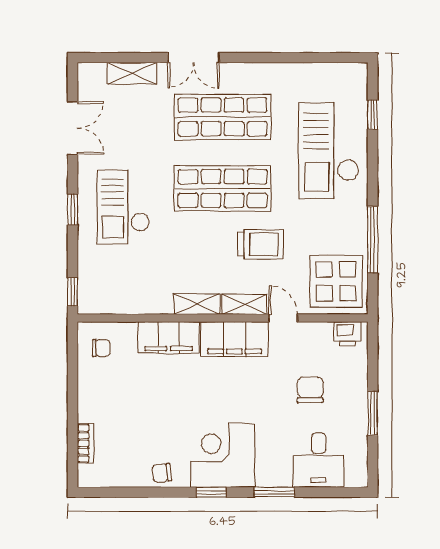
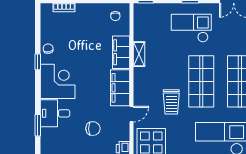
shelving: (197, 304) -> (139, 54), moved
shelving: (244, 304) -> (139, 93), removed
desk: (319, 460) -> (55, 113), moved
window: (211, 492) -> (38, 62), moved
window: (275, 492) -> (38, 125), moved

